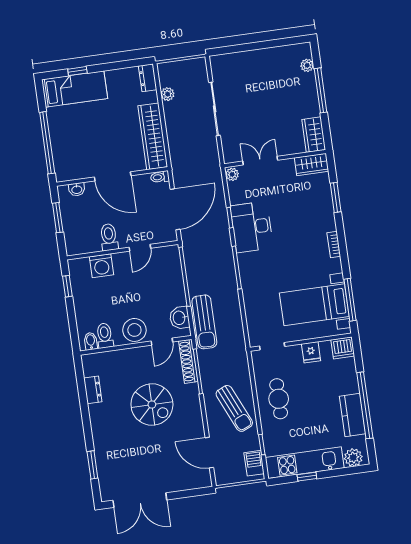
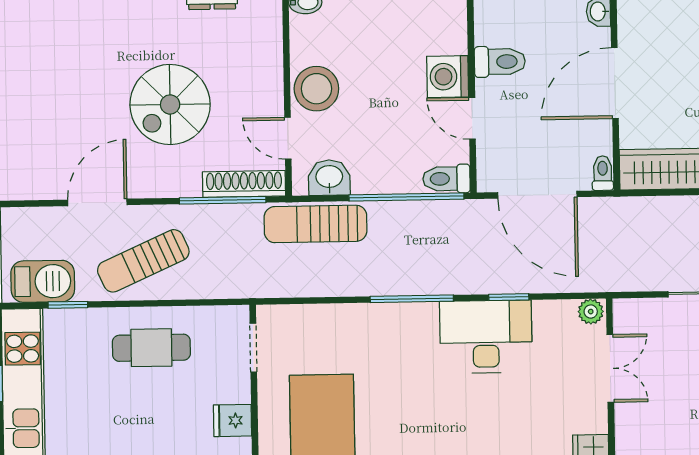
washing machine: (102, 266) -> (448, 77), moved
toilet: (105, 336) -> (446, 179), moved, turned 180
door: (209, 453) -> (97, 202), moved
barbecue: (254, 463) -> (43, 281), width x1.38, depth x1.27

